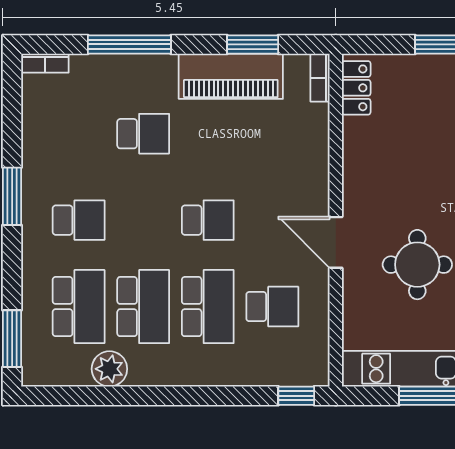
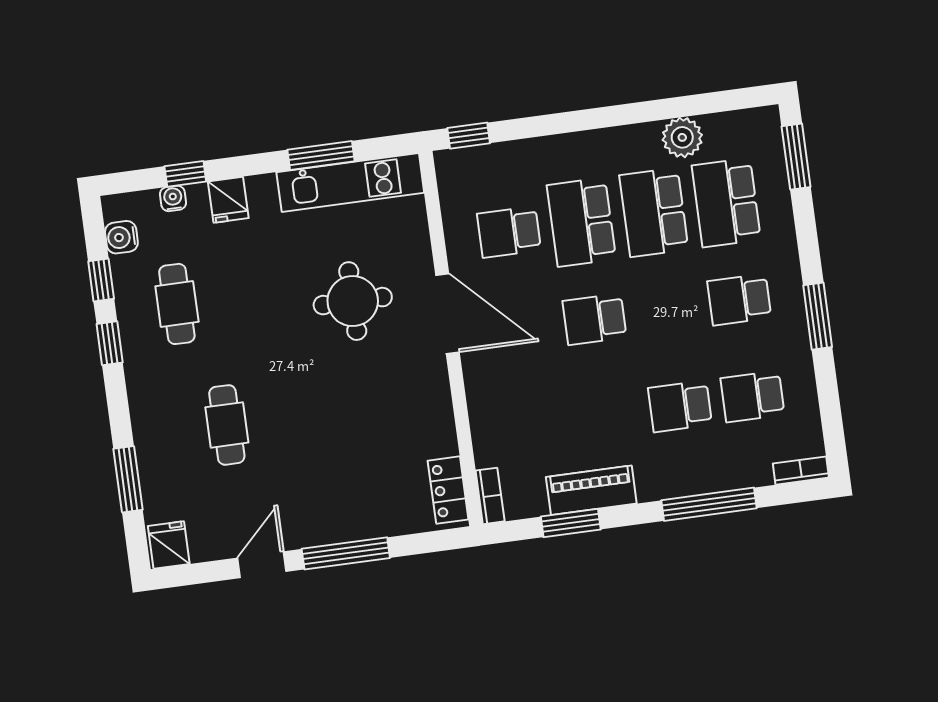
piano: (231, 76) -> (591, 490), width x0.73, depth x0.75
school desk: (79, 134) -> (752, 397), added
door: (336, 242) -> (447, 314), width x1.36

